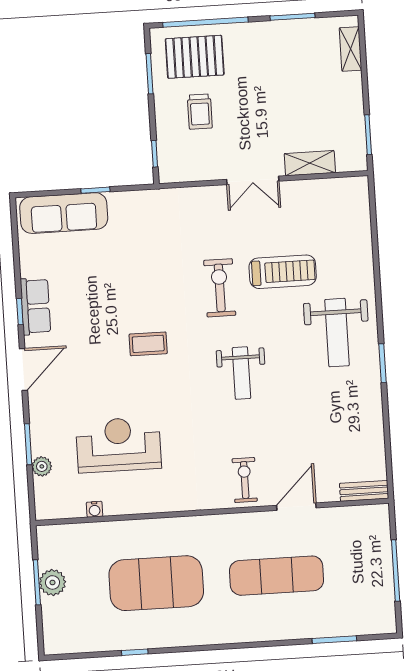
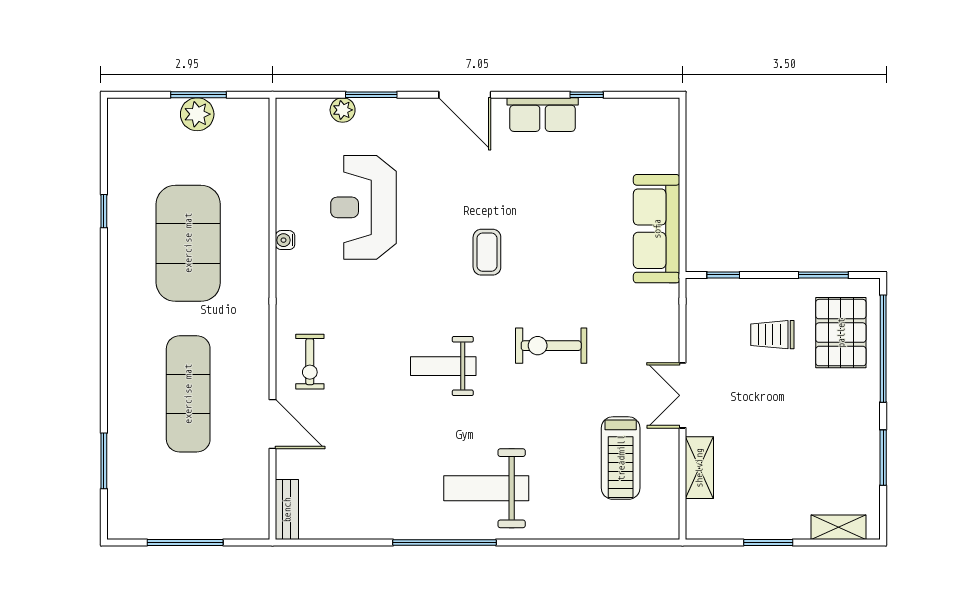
window: (368, 135) -> (768, 543), moved
window: (95, 190) -> (683, 198), removed
sofa: (64, 213) -> (657, 229), moved
treadmill: (283, 272) -> (621, 458), moved
exercise bike: (220, 288) -> (551, 346), turned 180
window: (20, 312) -> (587, 95), moved
window: (382, 363) -> (445, 543), width x2.11
reception desk: (119, 445) -> (364, 207), turned 180
exercise bike: (245, 480) -> (310, 362), turned 90
water cooler: (95, 509) -> (285, 240), moved

